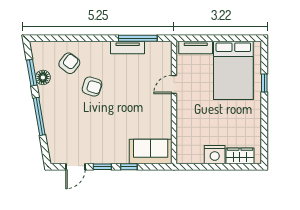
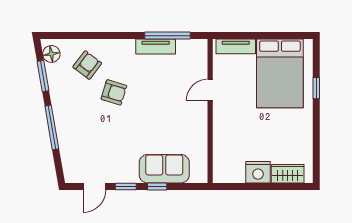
floor lamp: (43, 77) -> (51, 54), moved
sofa: (151, 152) -> (164, 169), moved

